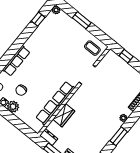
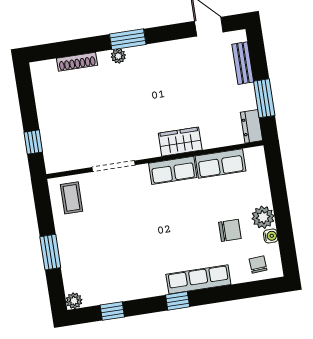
window: (17, 46) -> (178, 301), added
wardrobe: (64, 115) -> (180, 142), moved
window: (119, 136) -> (128, 39), moved

